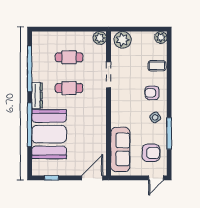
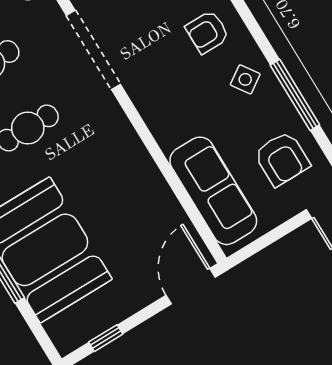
doorway: (109, 75) -> (93, 50), width x1.36
armchair: (151, 153) -> (282, 159), turned 90

